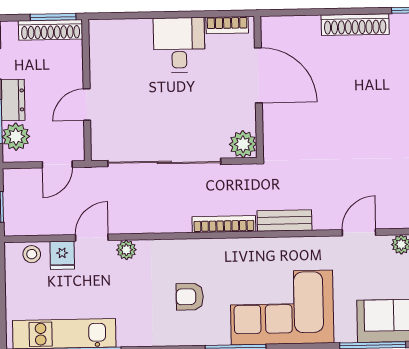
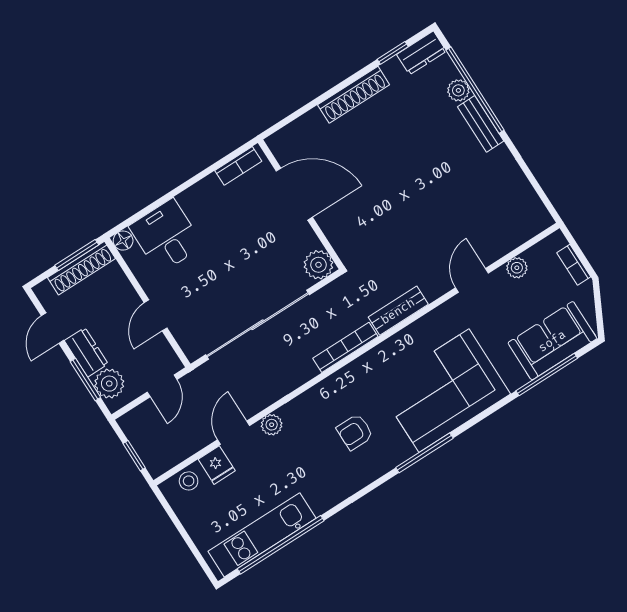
floor lamp: (98, 28) -> (123, 241), added
desk: (179, 45) -> (166, 236), moved

